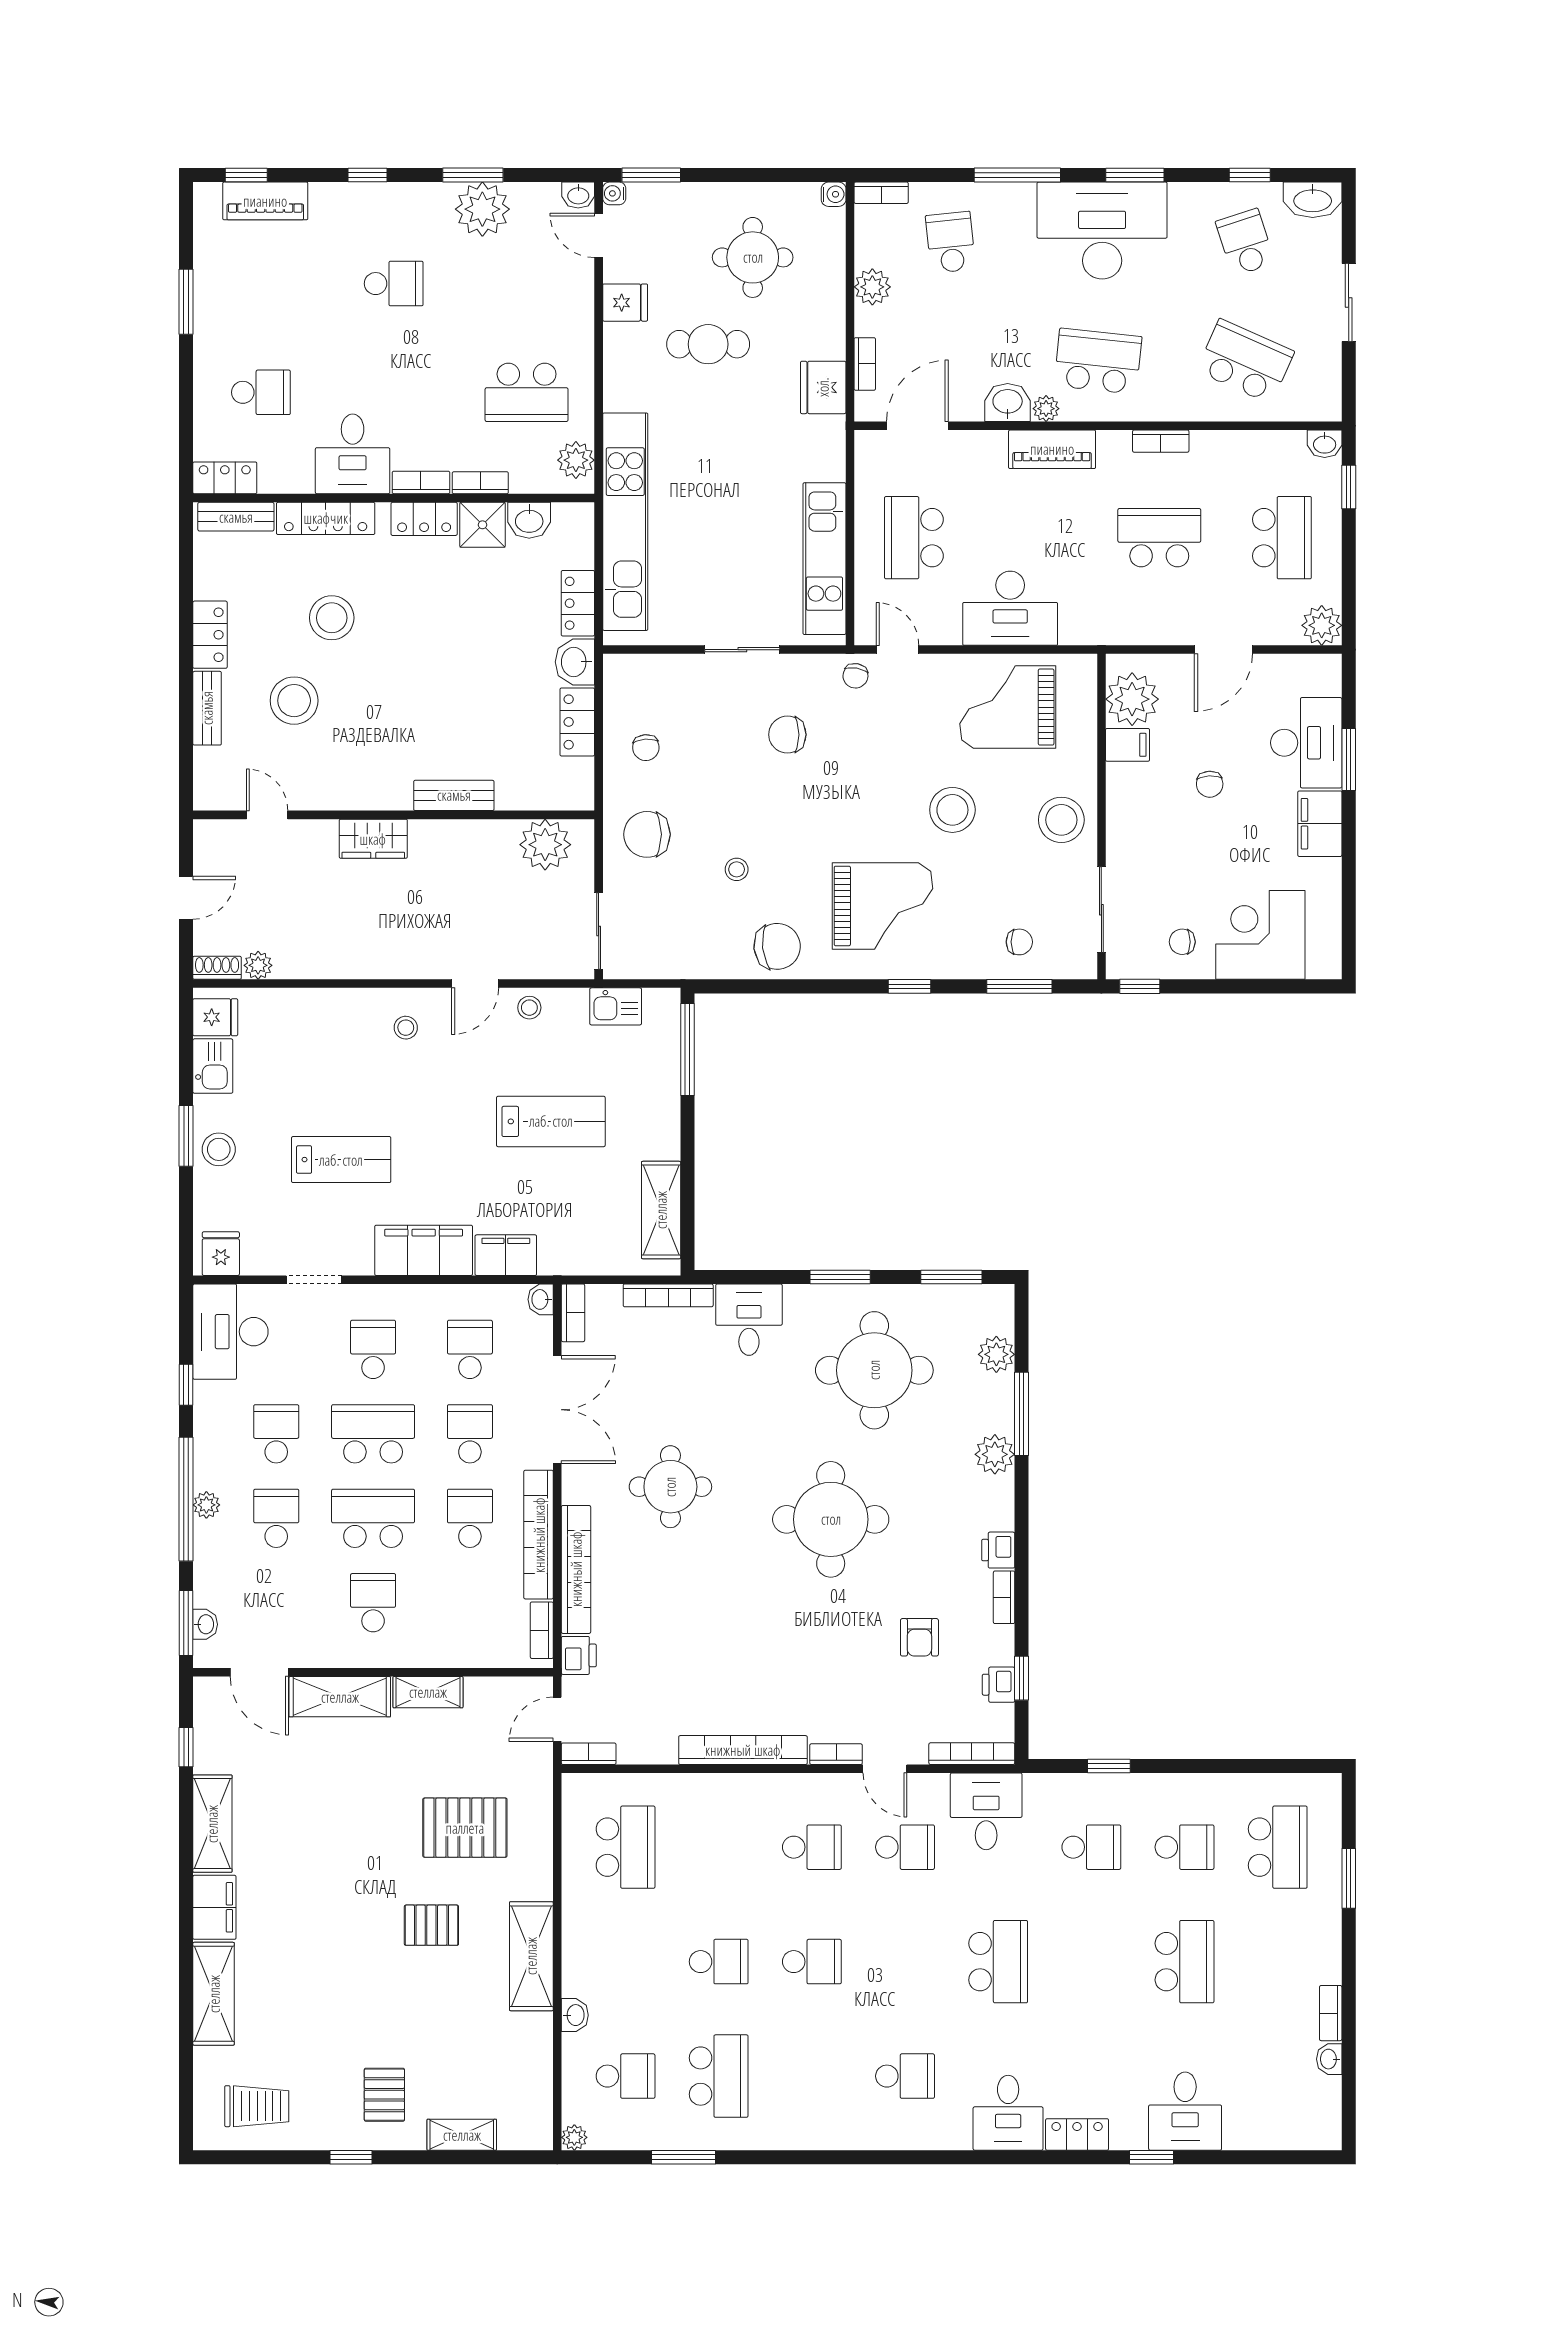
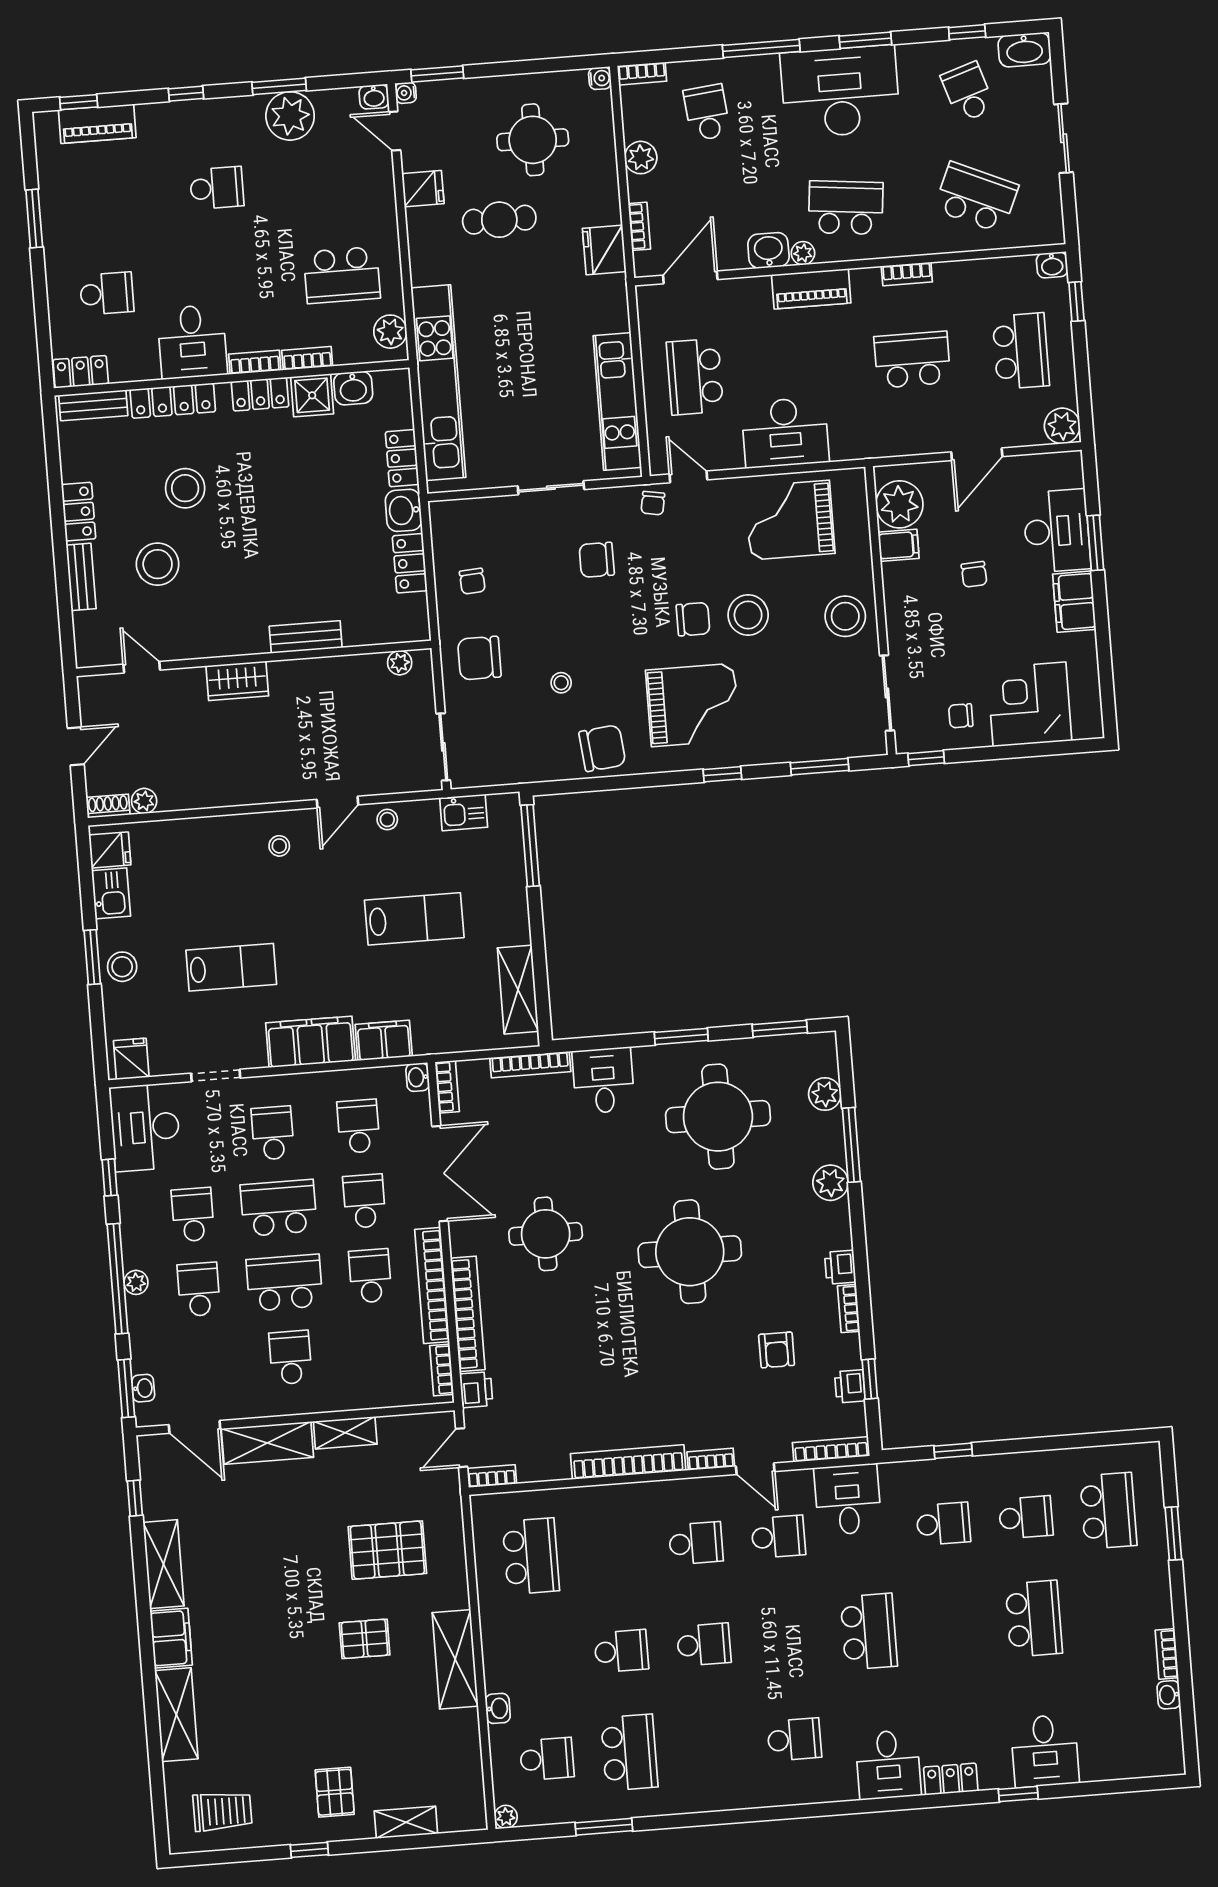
plant: (545, 845) -> (400, 663), width x0.53, depth x0.53
chair: (1019, 942) -> (693, 619), moved, width x1.37, depth x1.37

